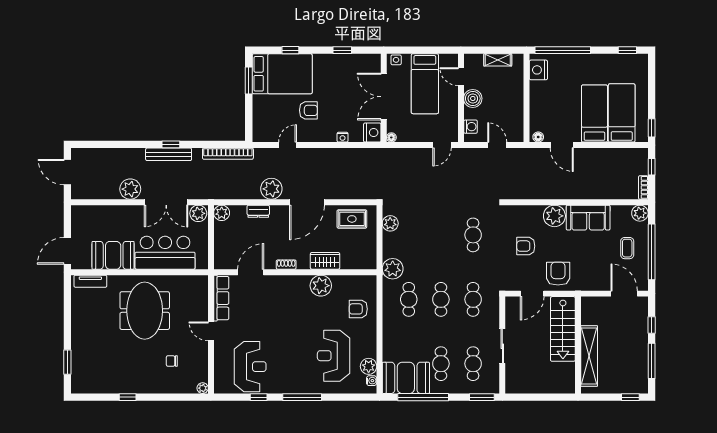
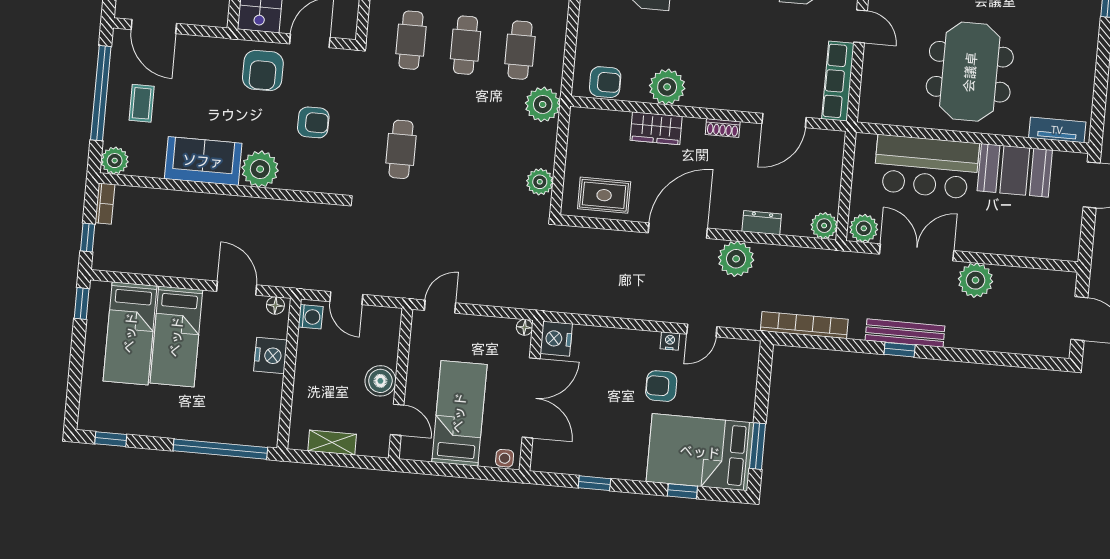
nightstand: (538, 70) -> (270, 356), moved
washing machine: (470, 127) -> (311, 317), moved, turned 180
nightstand: (343, 137) -> (670, 341), moved
armchair: (358, 309) -> (605, 82), moved

